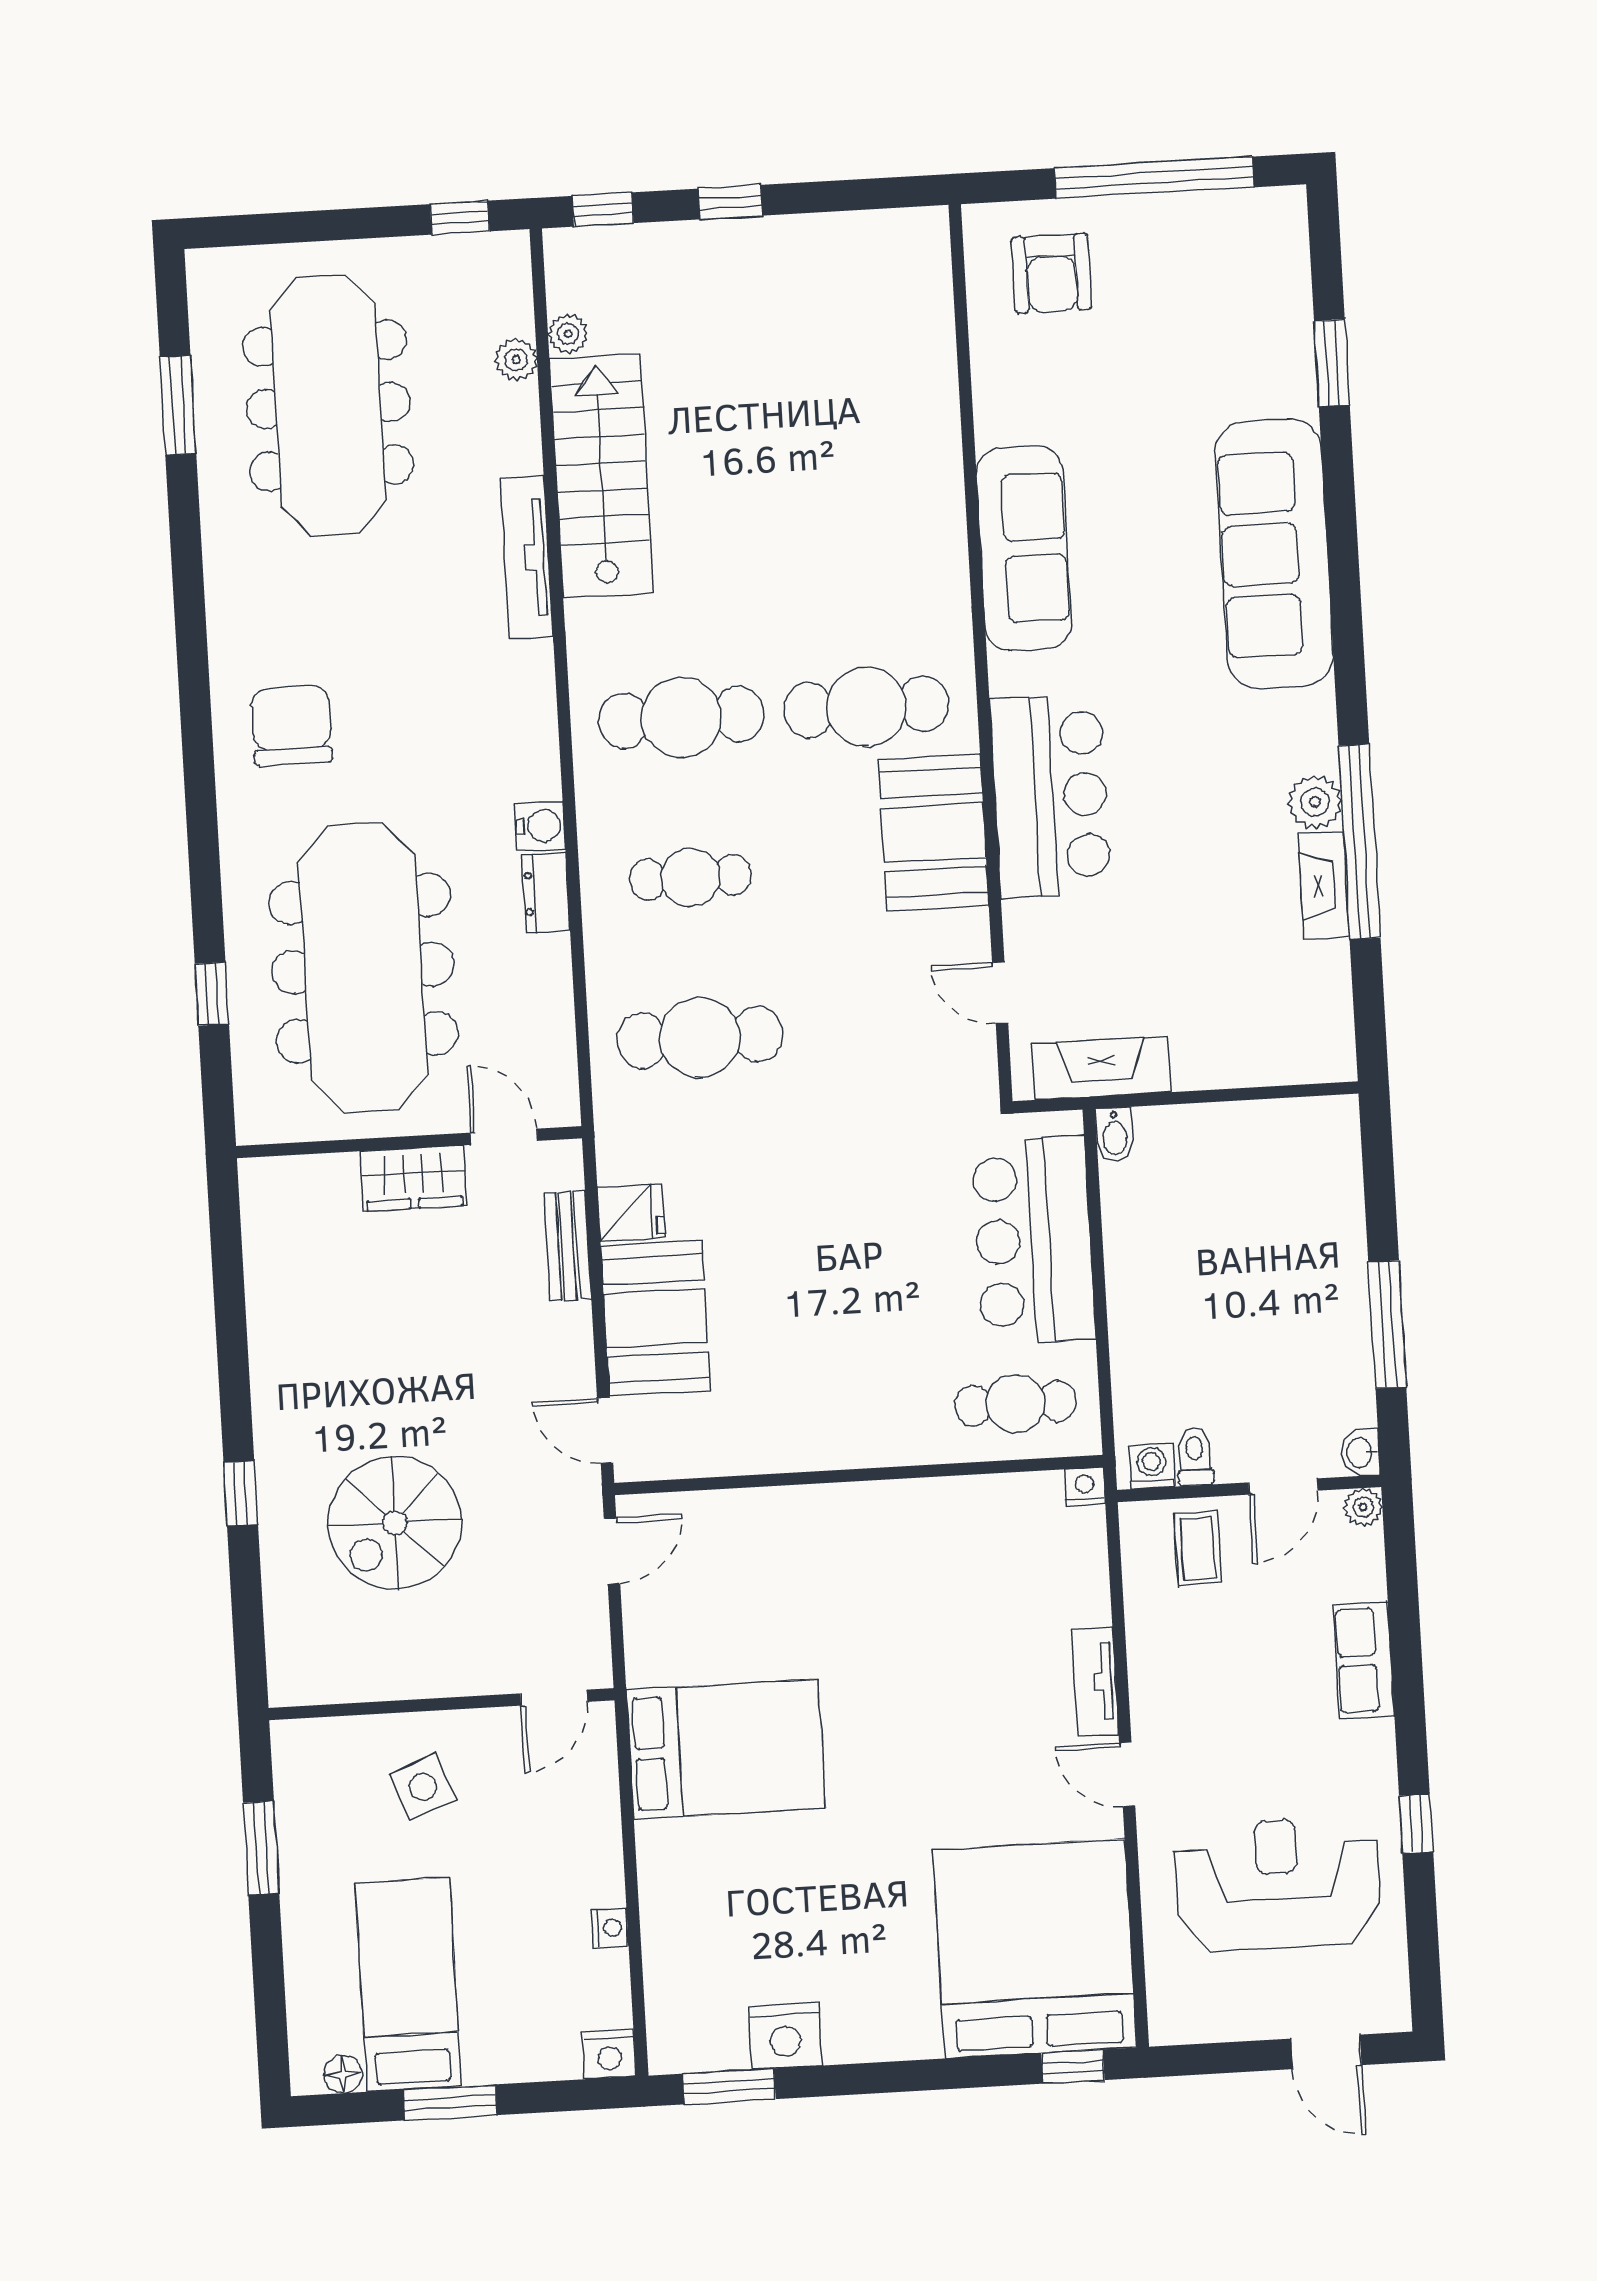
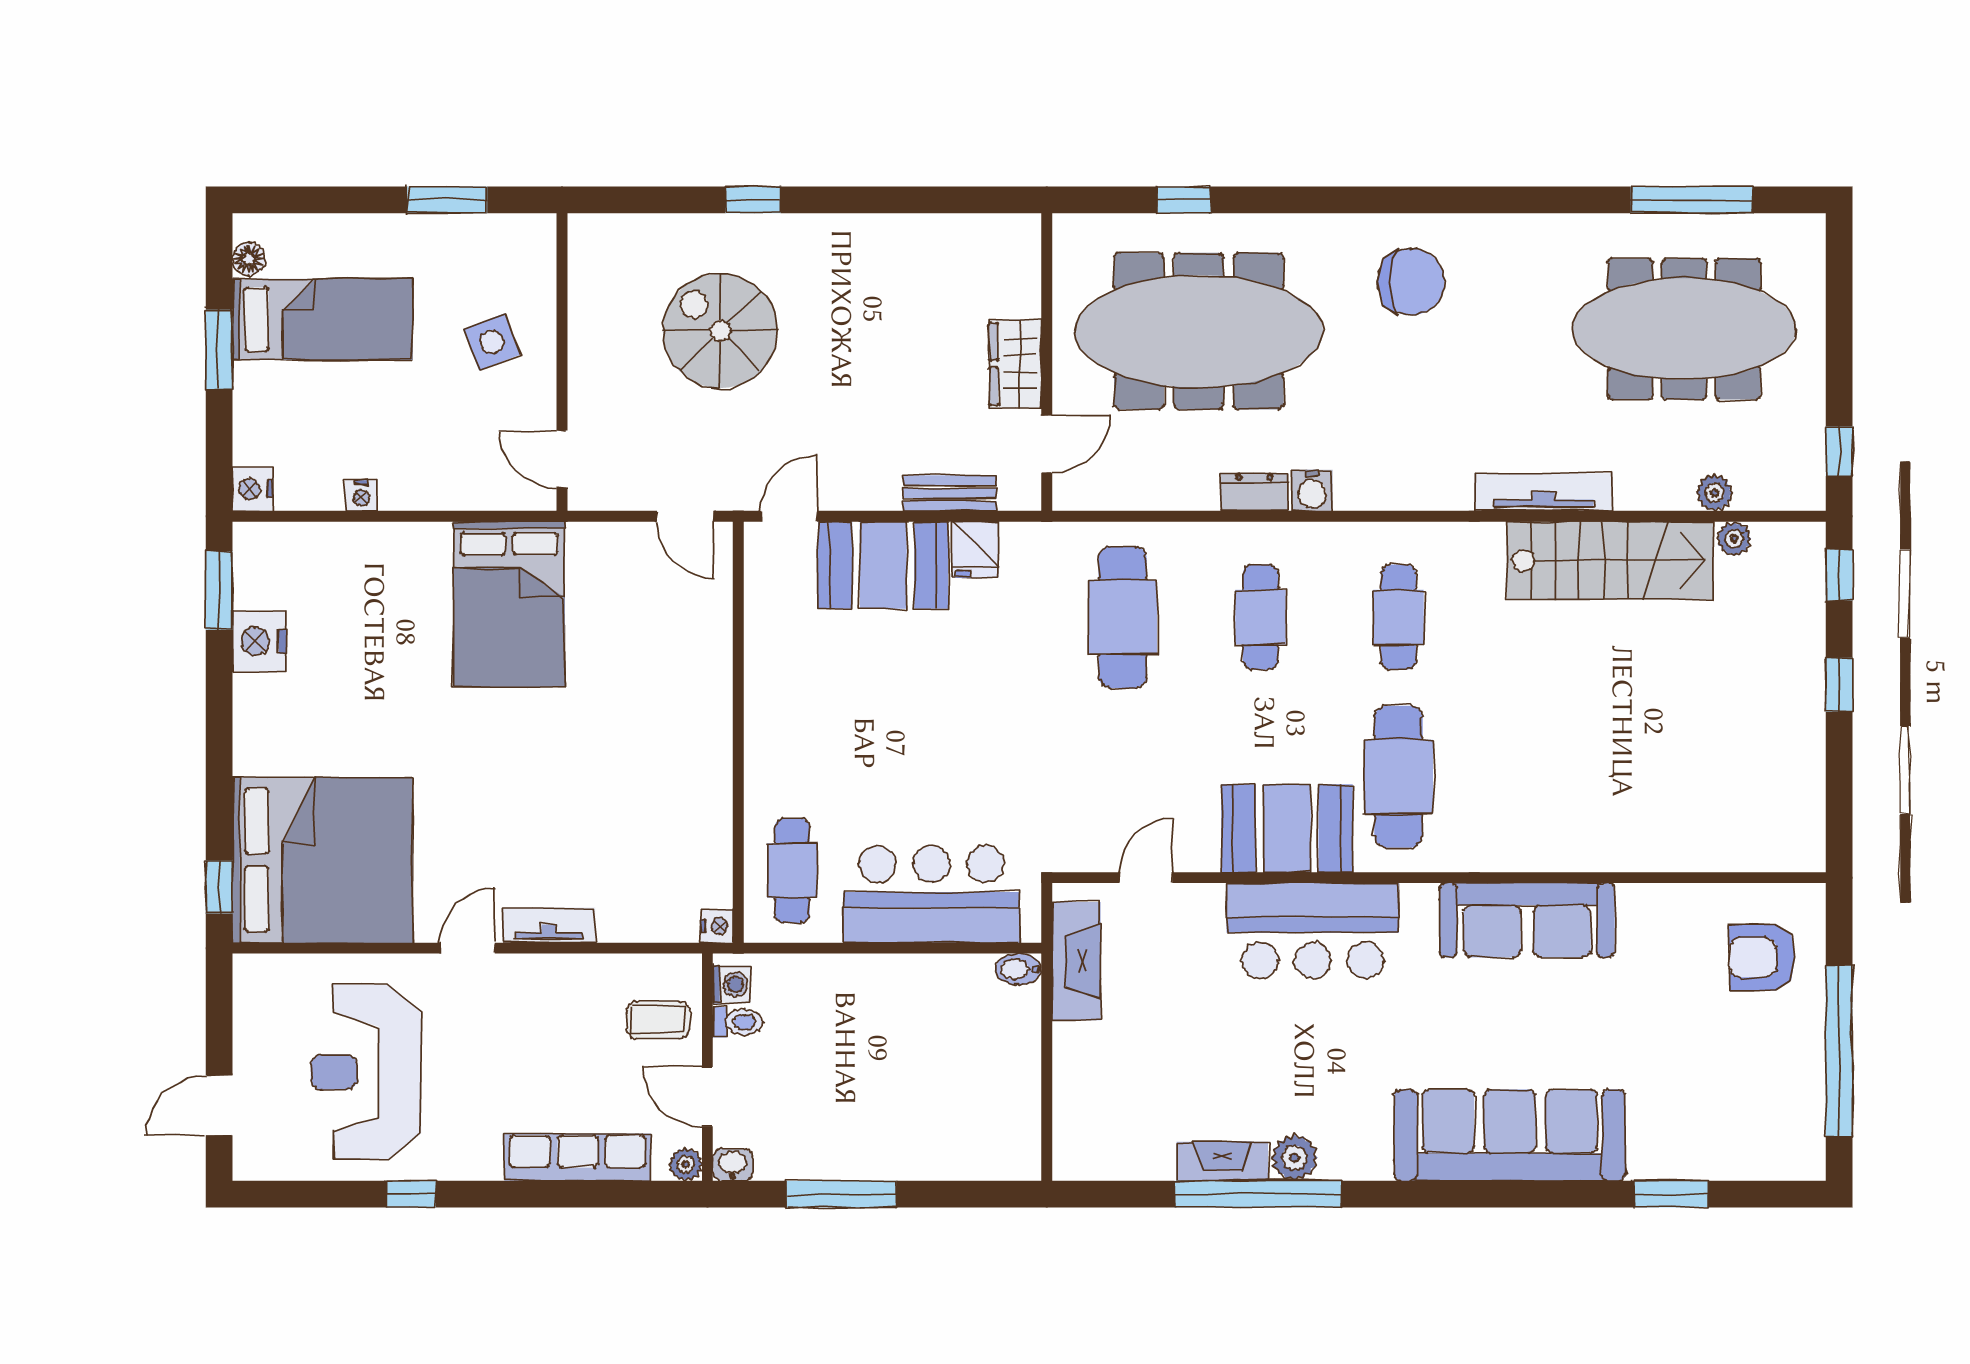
window: (178, 405) -> (1692, 200), width x1.44
cafe table: (681, 717) -> (1398, 617), width x0.73, depth x0.74
row of seats: (1364, 1660) -> (578, 1157), width x1.48
reception desk: (1278, 1884) -> (366, 1072), turned 180

